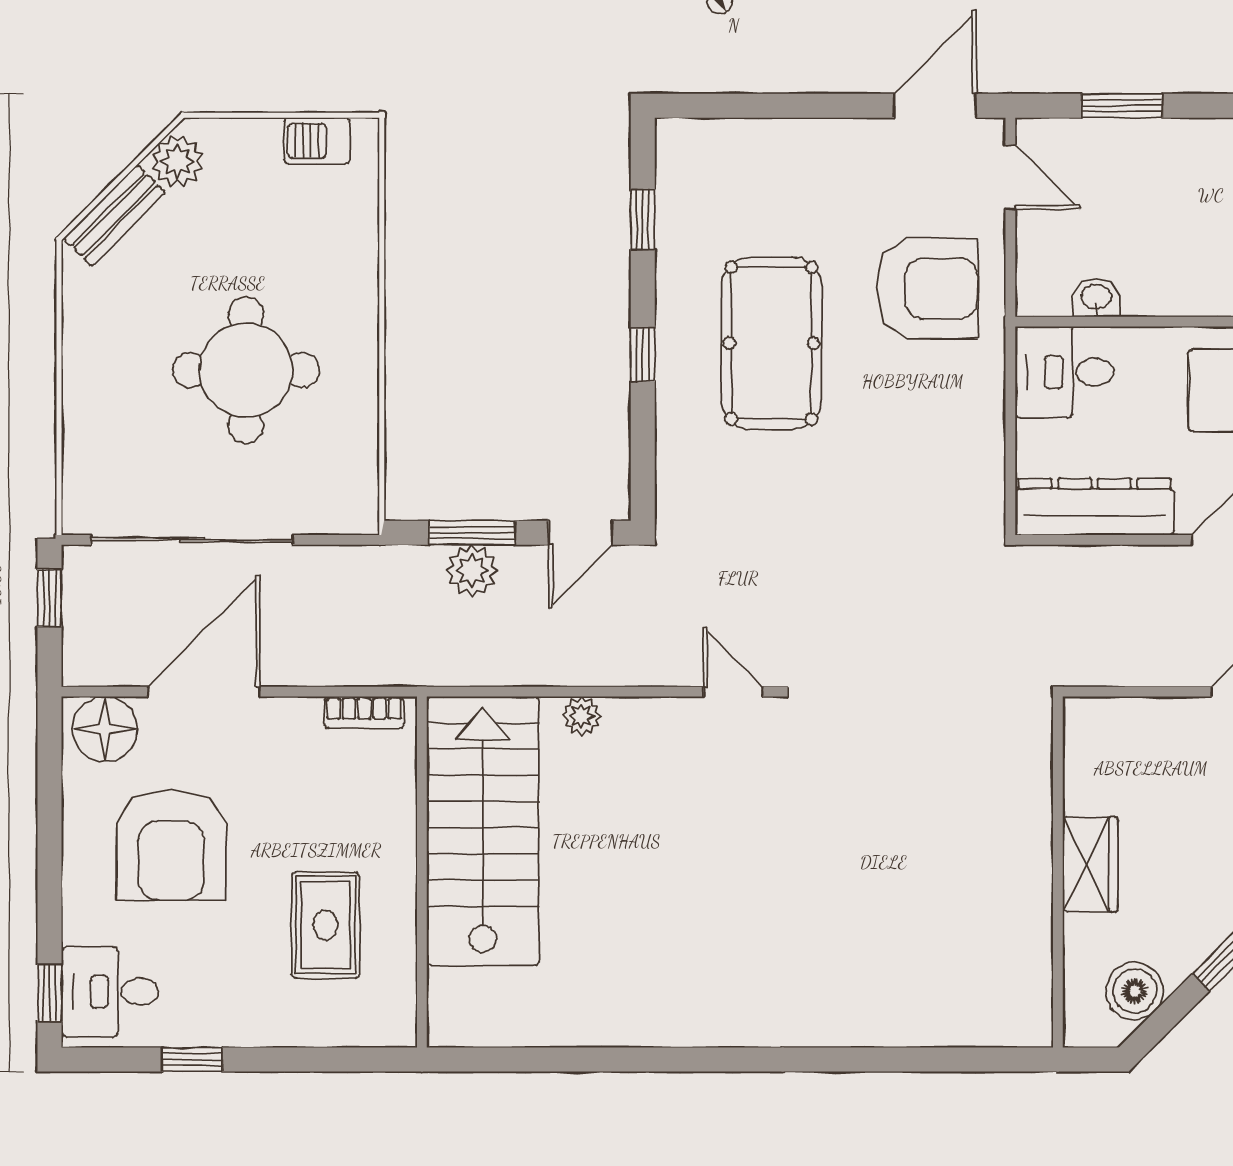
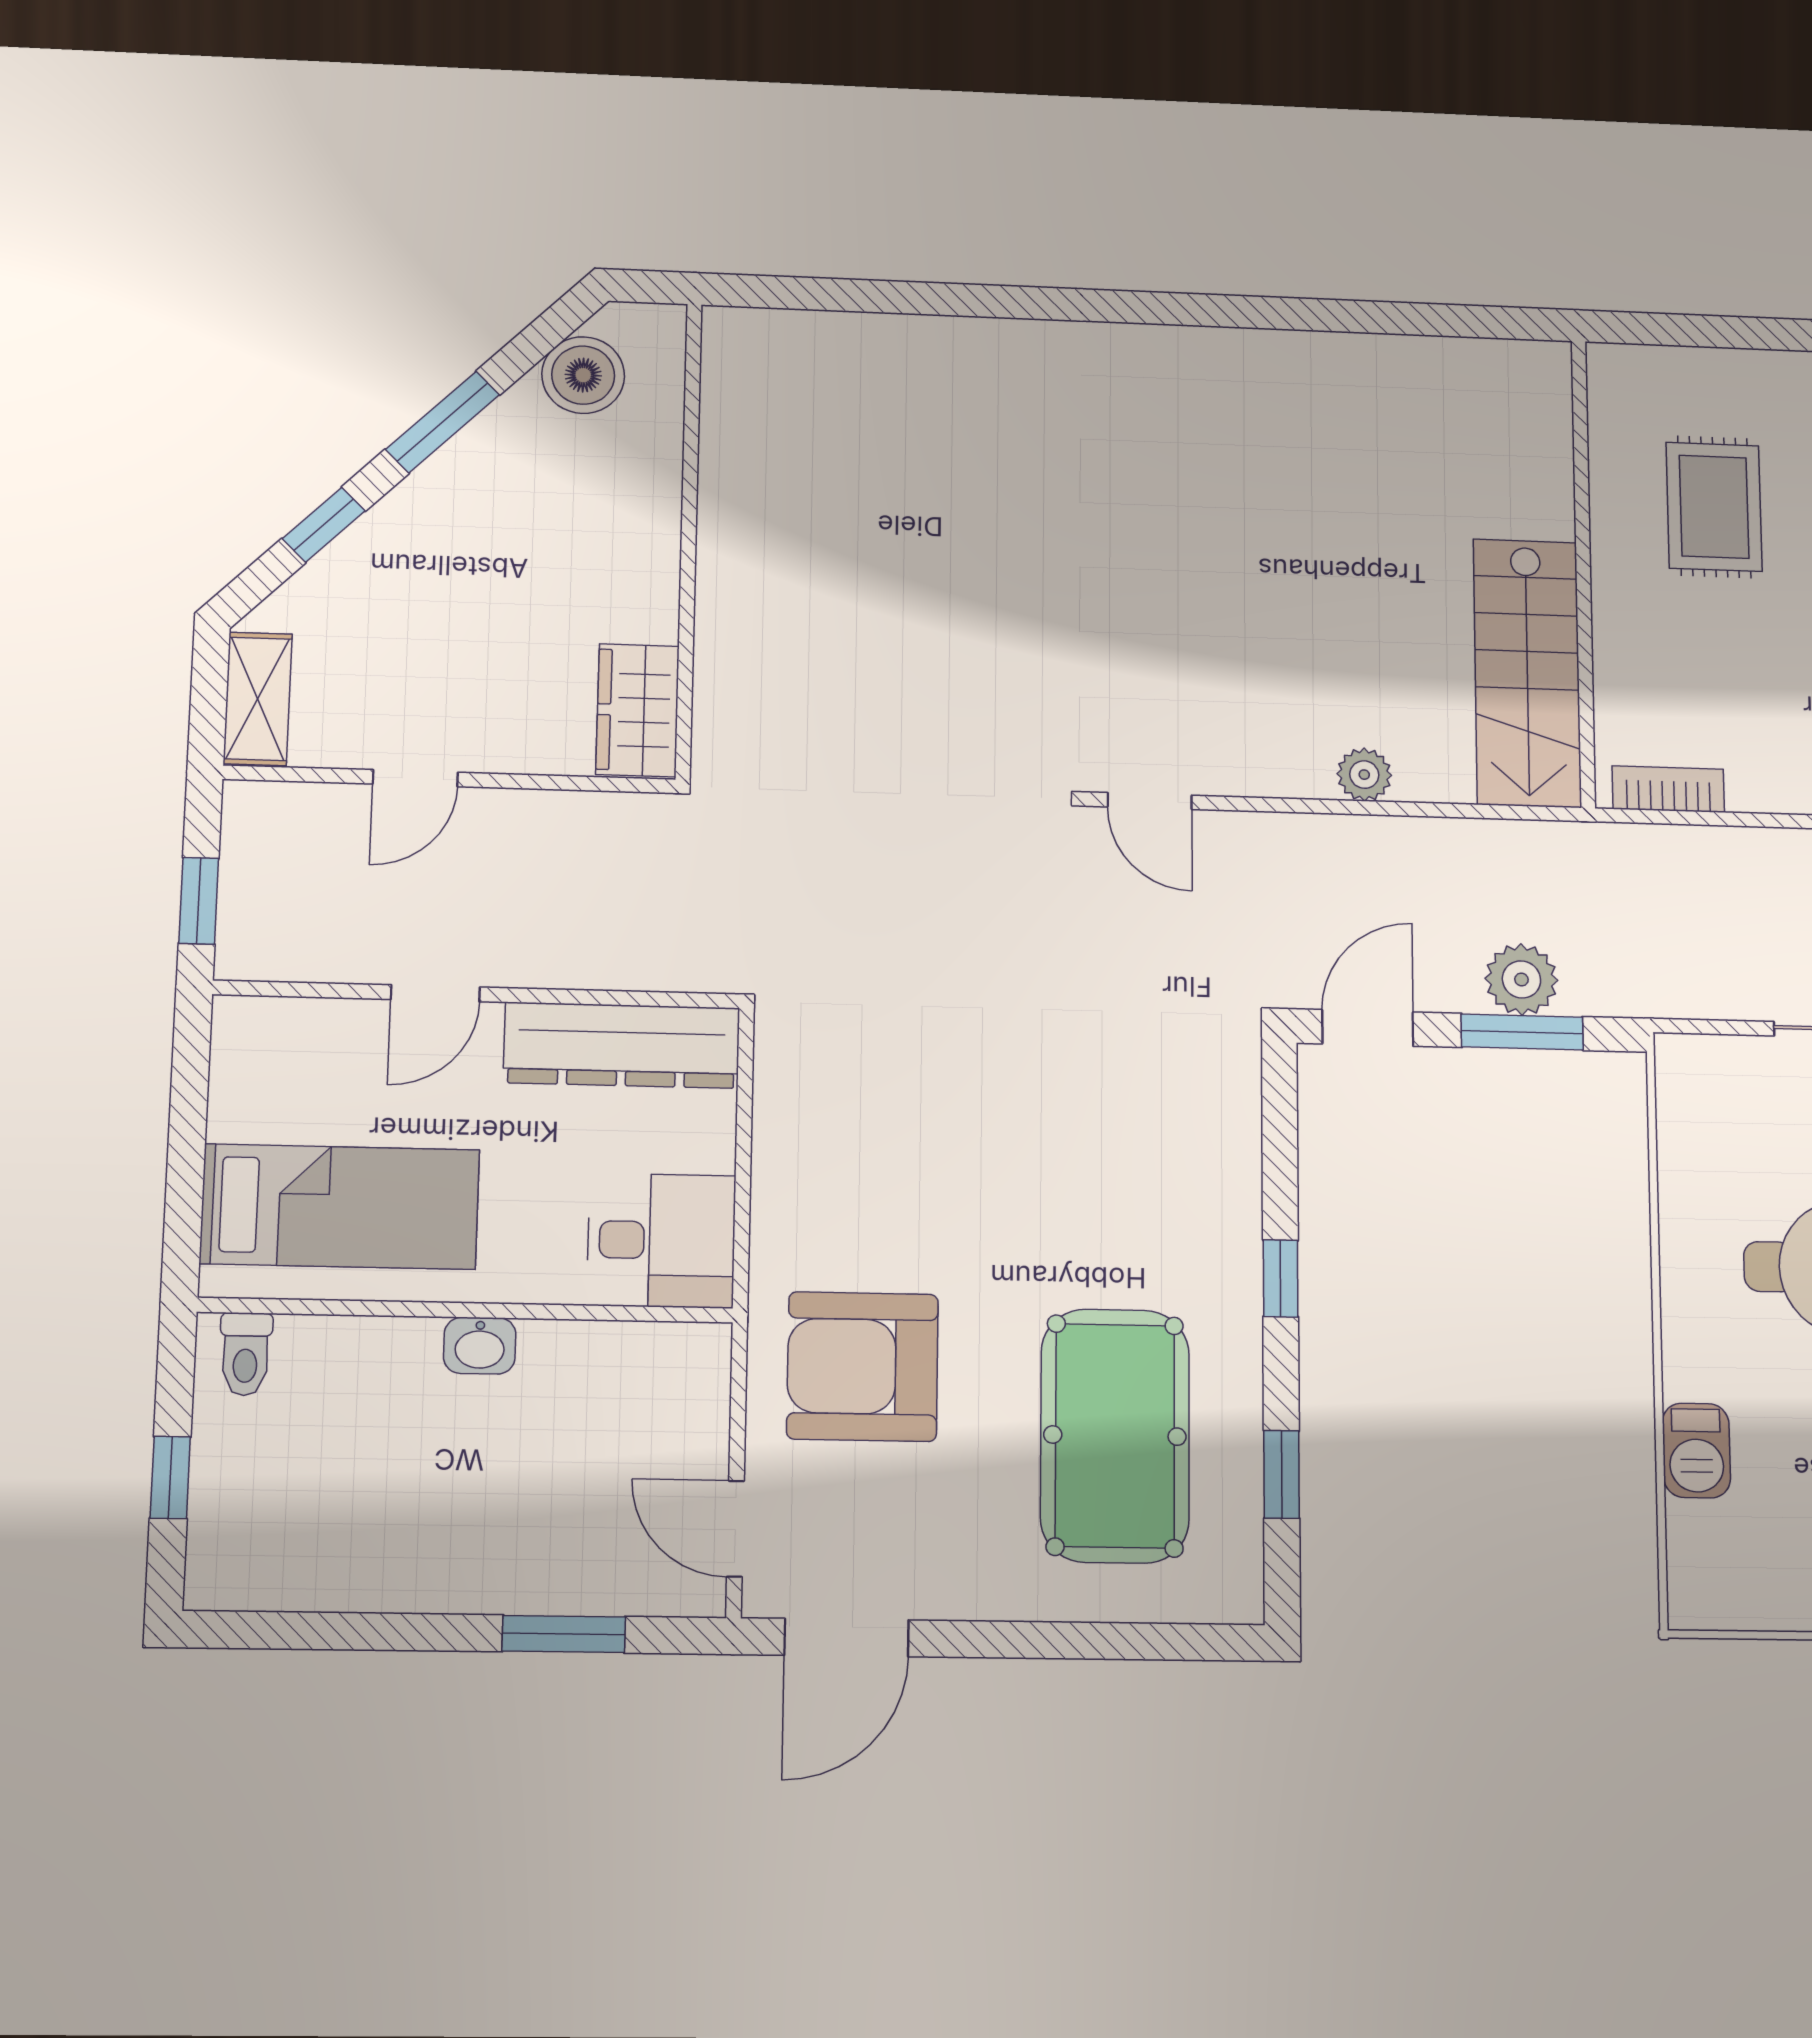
barbecue: (317, 141) -> (1696, 1450), moved, turned 90
washbasin: (1096, 298) -> (480, 1346), moved
pool table: (771, 343) -> (1115, 1436), moved
stairs: (483, 831) -> (1527, 673), width x0.73, depth x0.66
wardrobe: (1090, 864) -> (638, 710), moved

